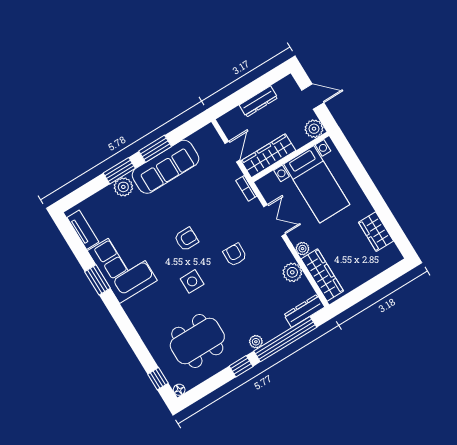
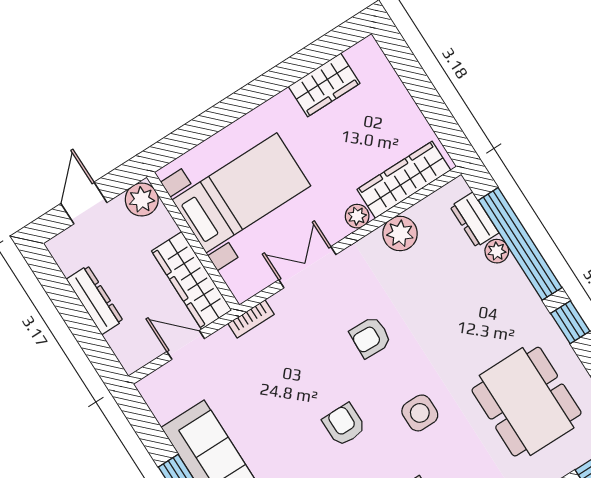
dresser: (304, 311) -> (474, 220), width x0.70
plant: (256, 342) -> (497, 251), moved

